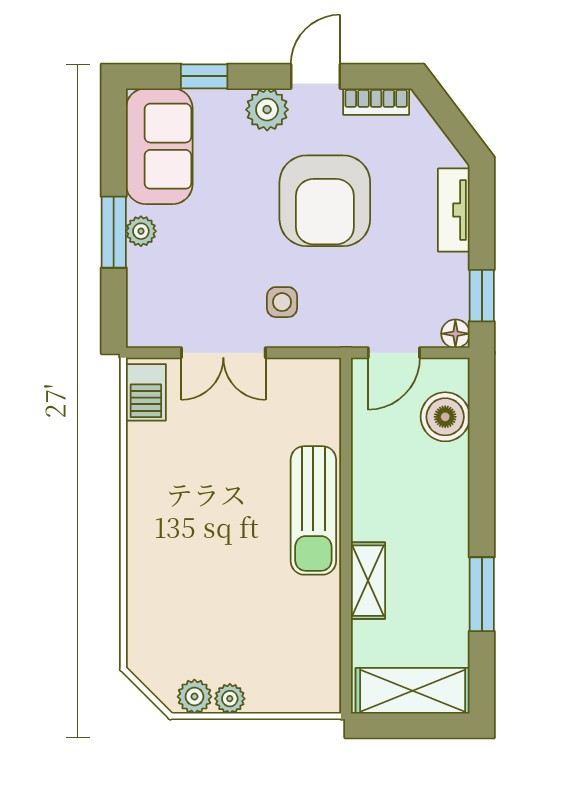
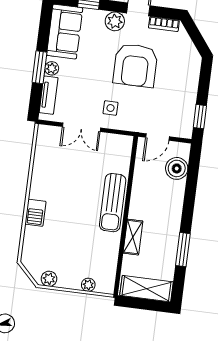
tv unit: (454, 210) -> (49, 95), moved, turned 180
floor lamp: (455, 334) -> (186, 132), removed
barbecue: (146, 392) -> (35, 213), moved
plant: (230, 699) -> (88, 285), moved

